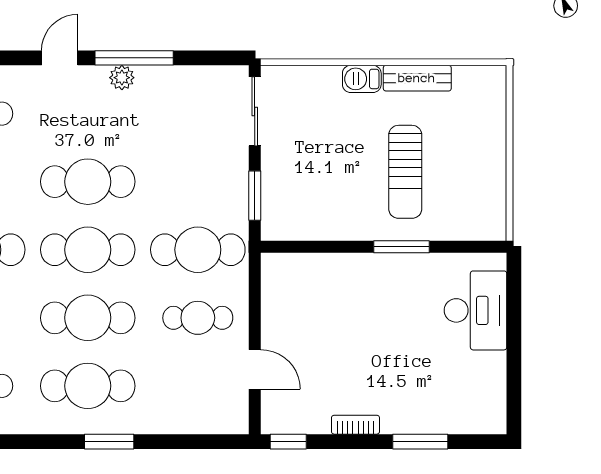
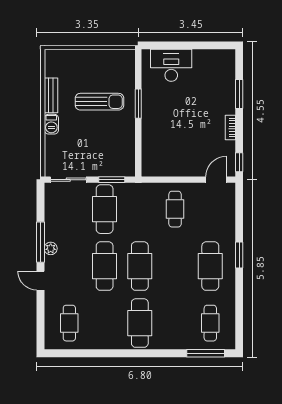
cafe table: (198, 250) -> (105, 209), moved
cafe table: (88, 318) -> (175, 266), removed
door: (255, 369) -> (216, 180), moved

